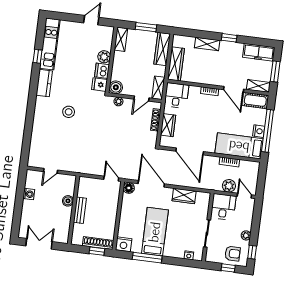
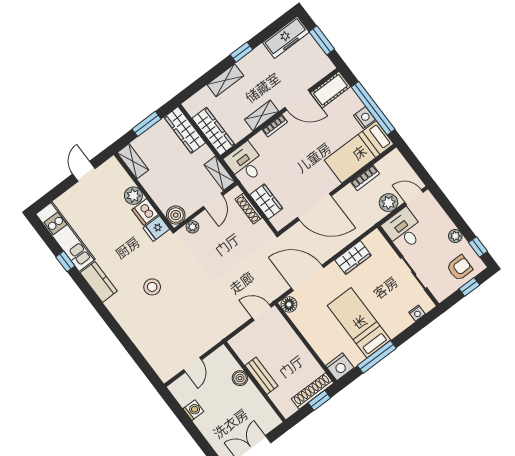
shelving: (258, 86) -> (262, 116), moved

